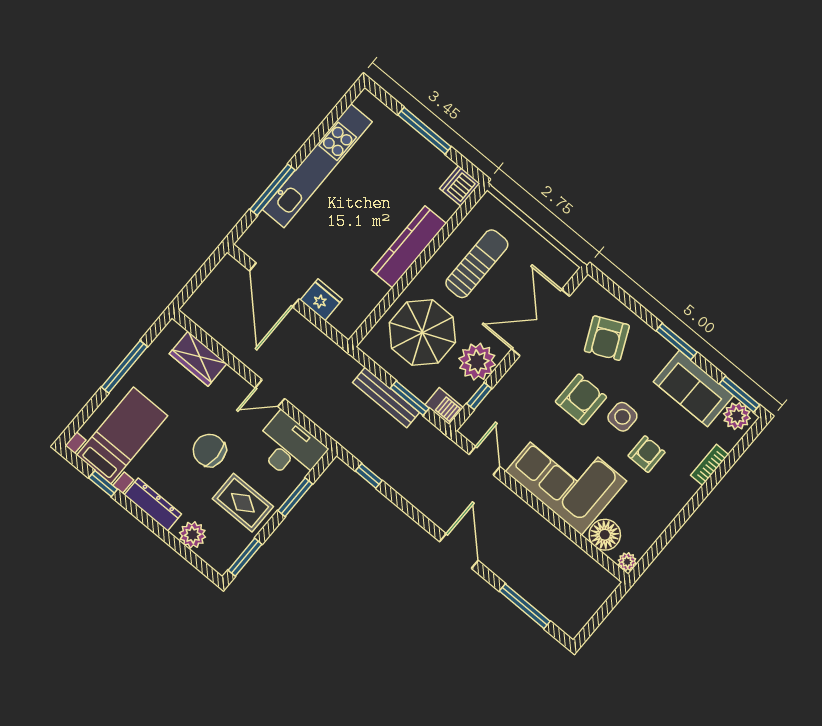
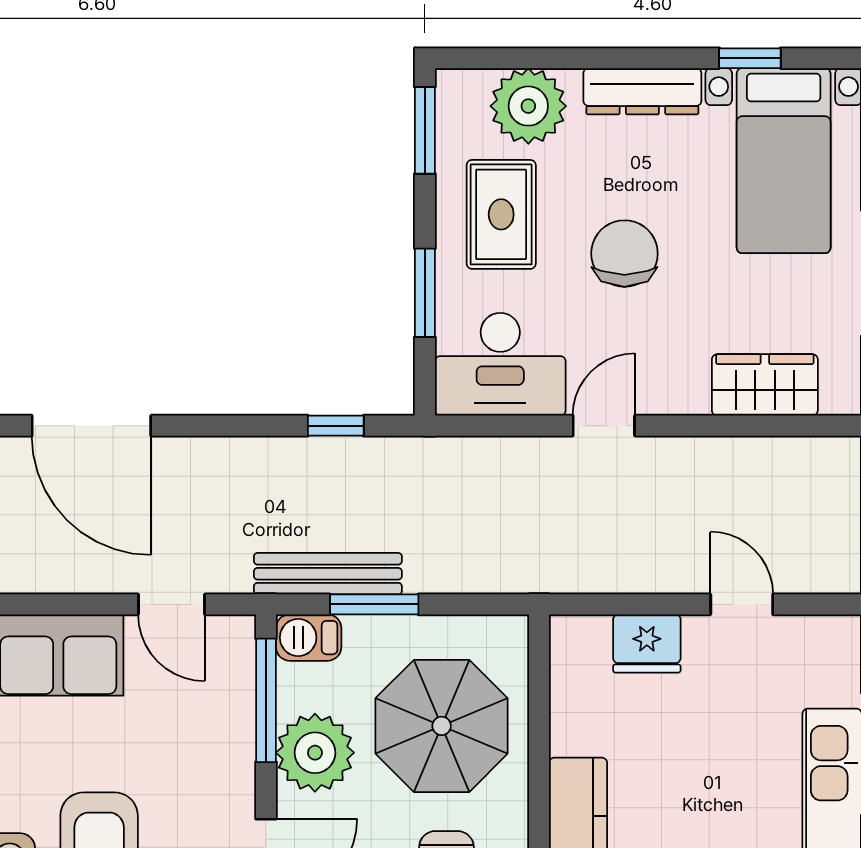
door: (274, 285) -> (742, 604), width x0.53
window: (479, 396) -> (266, 700), width x2.17
bench: (386, 398) -> (328, 574), moved
chair: (209, 450) -> (624, 254), turned -90
rug: (243, 503) -> (501, 214), turned 90
plant: (193, 535) -> (528, 106), width x1.36, depth x1.36
door: (459, 551) -> (91, 426), width x1.36

